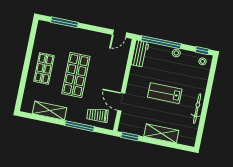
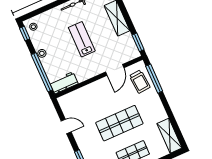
door: (119, 34) -> (66, 126), moved
lab bench: (165, 93) -> (82, 39), turned 180
shelving: (50, 111) -> (169, 136), moved
window: (79, 126) -> (154, 79), moved

